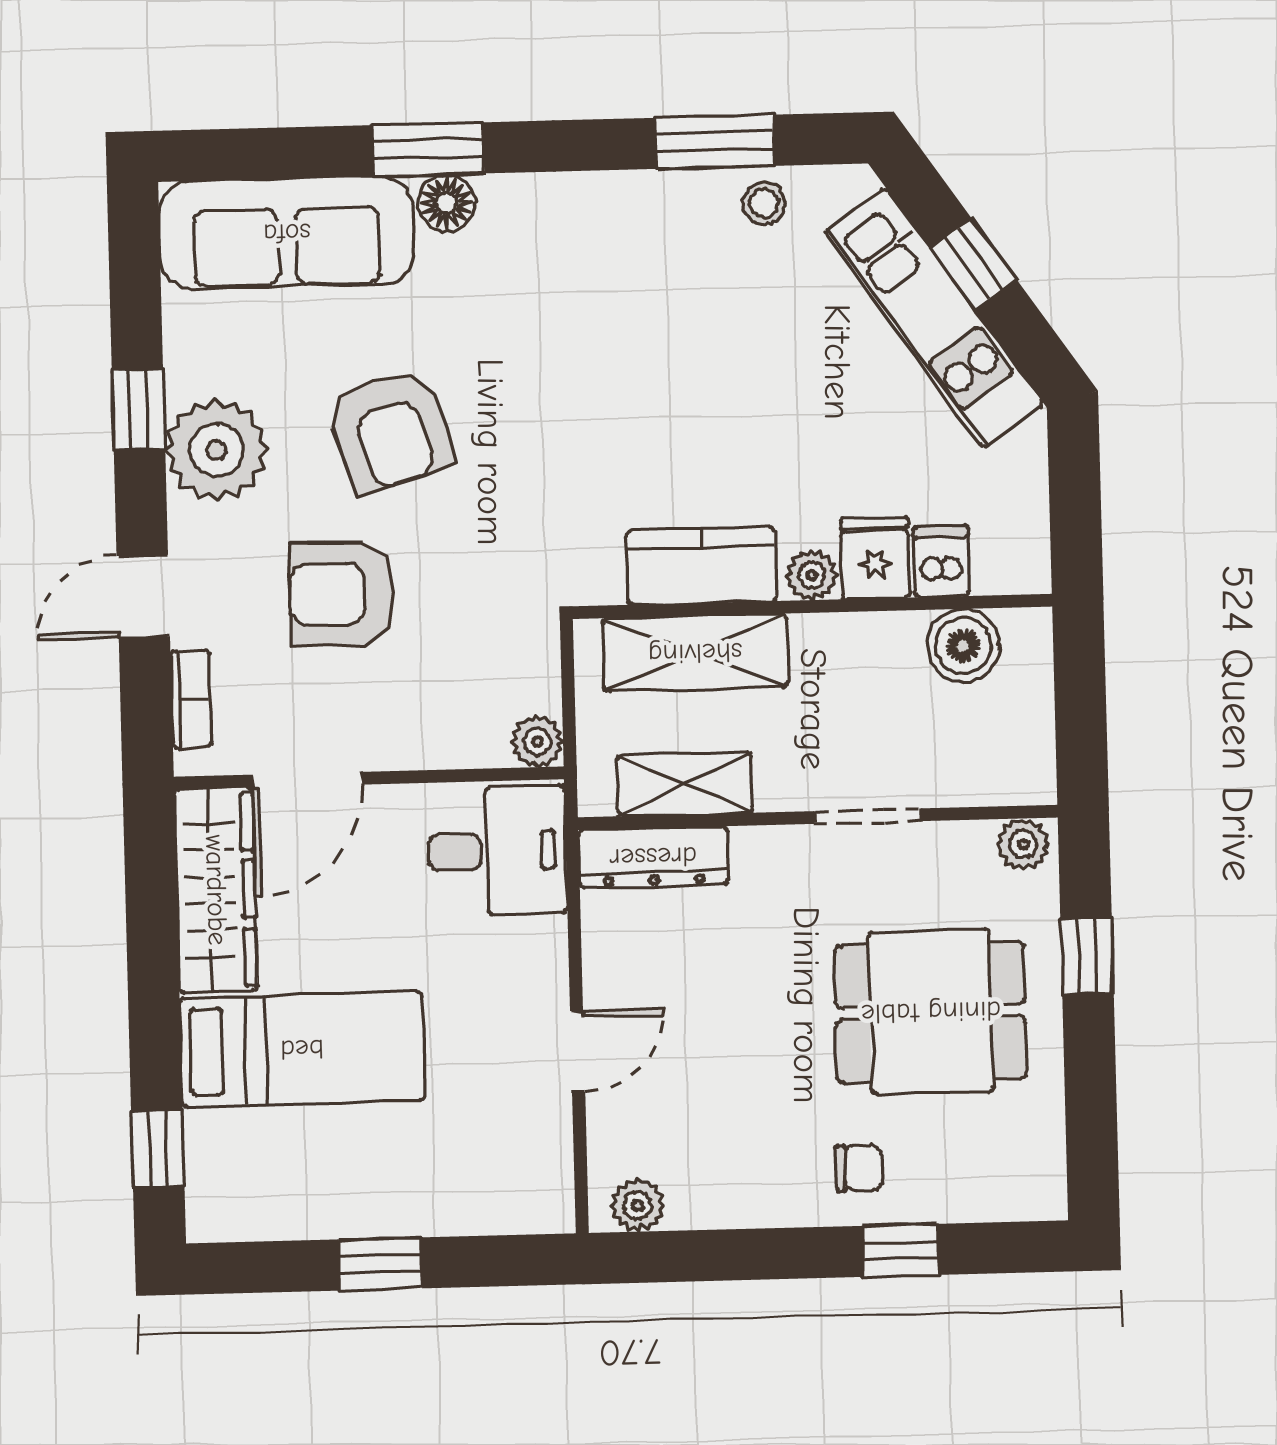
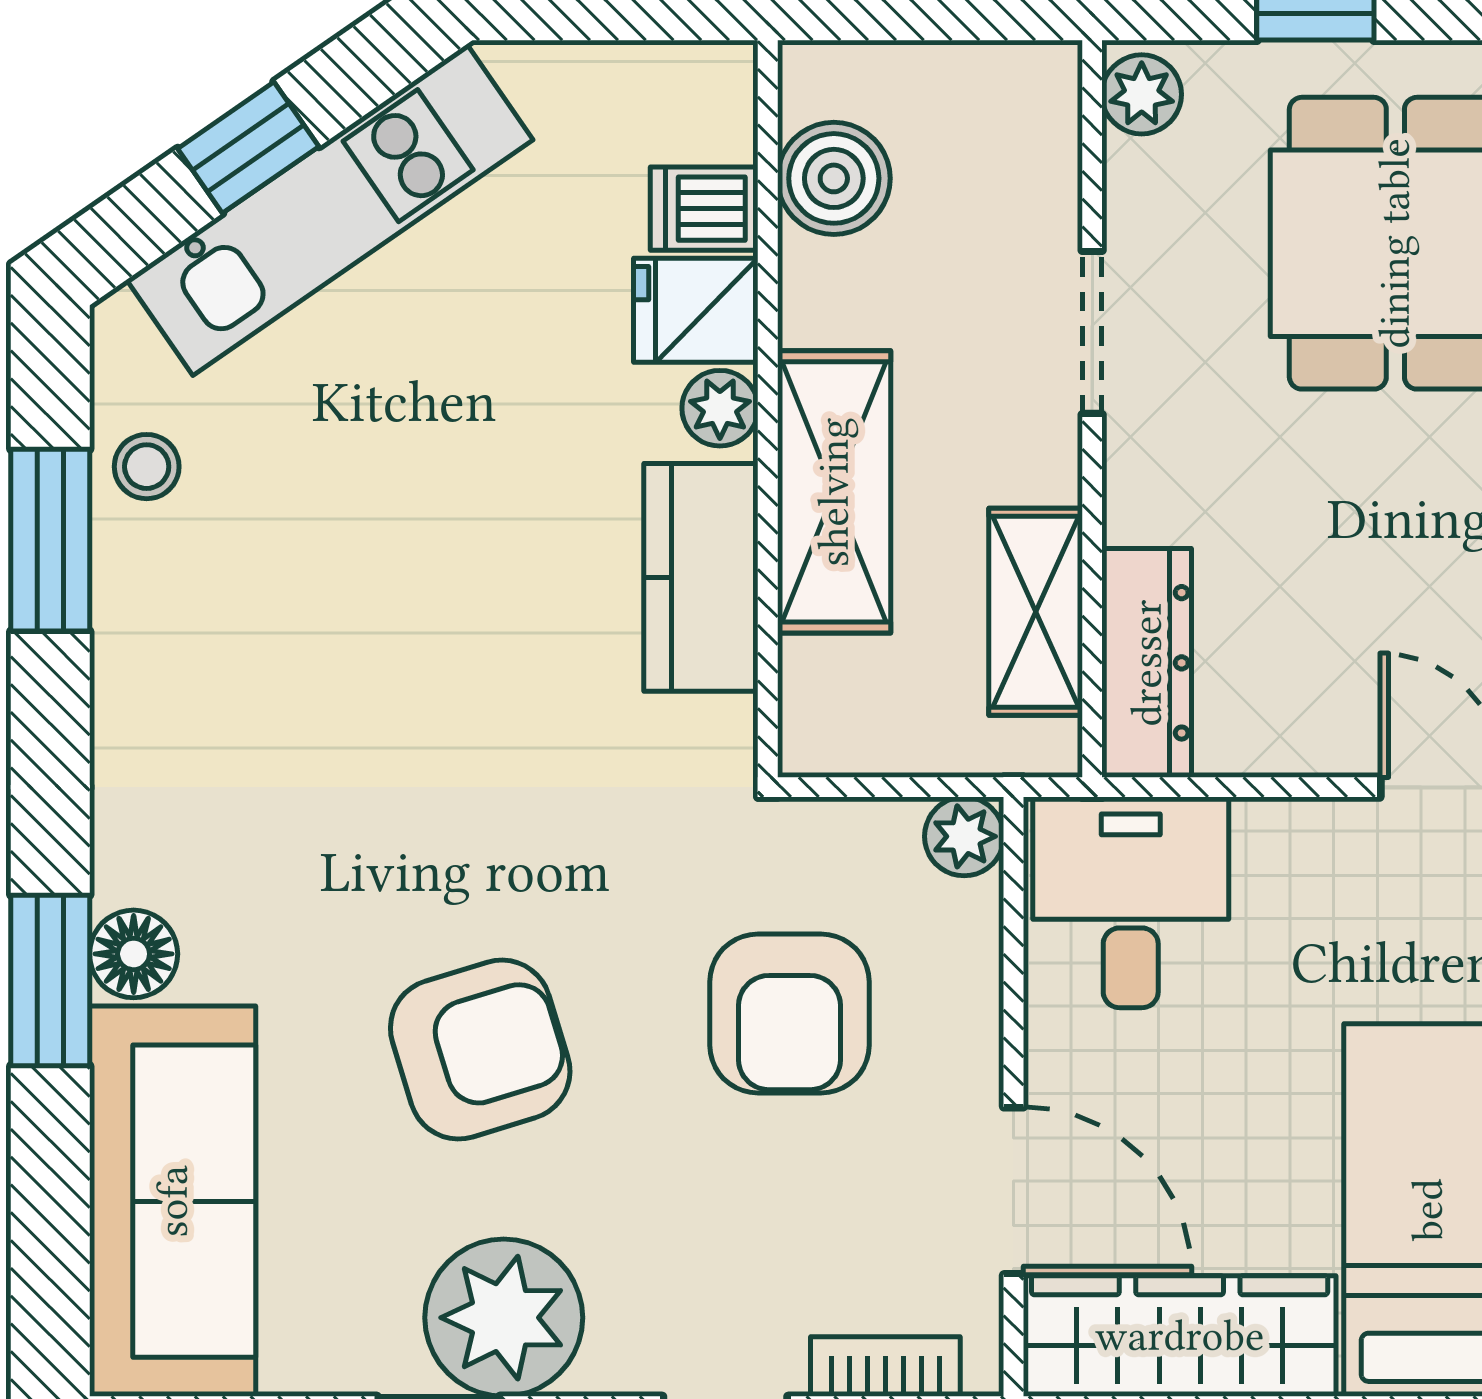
armchair: (342, 594) -> (790, 1014), moved
shelving: (695, 653) -> (834, 492), moved

